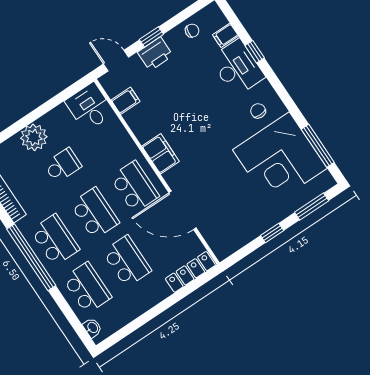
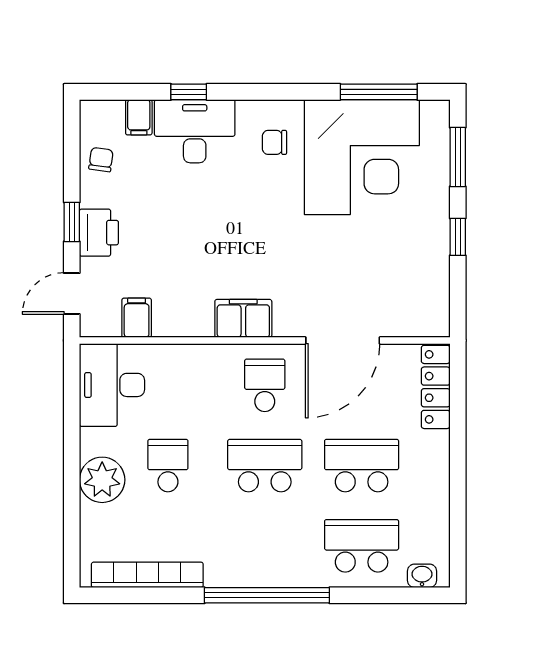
desk: (90, 107) -> (112, 385), width x1.37
school desk: (135, 187) -> (265, 385), width x0.54
school desk: (55, 240) -> (265, 546), removed

